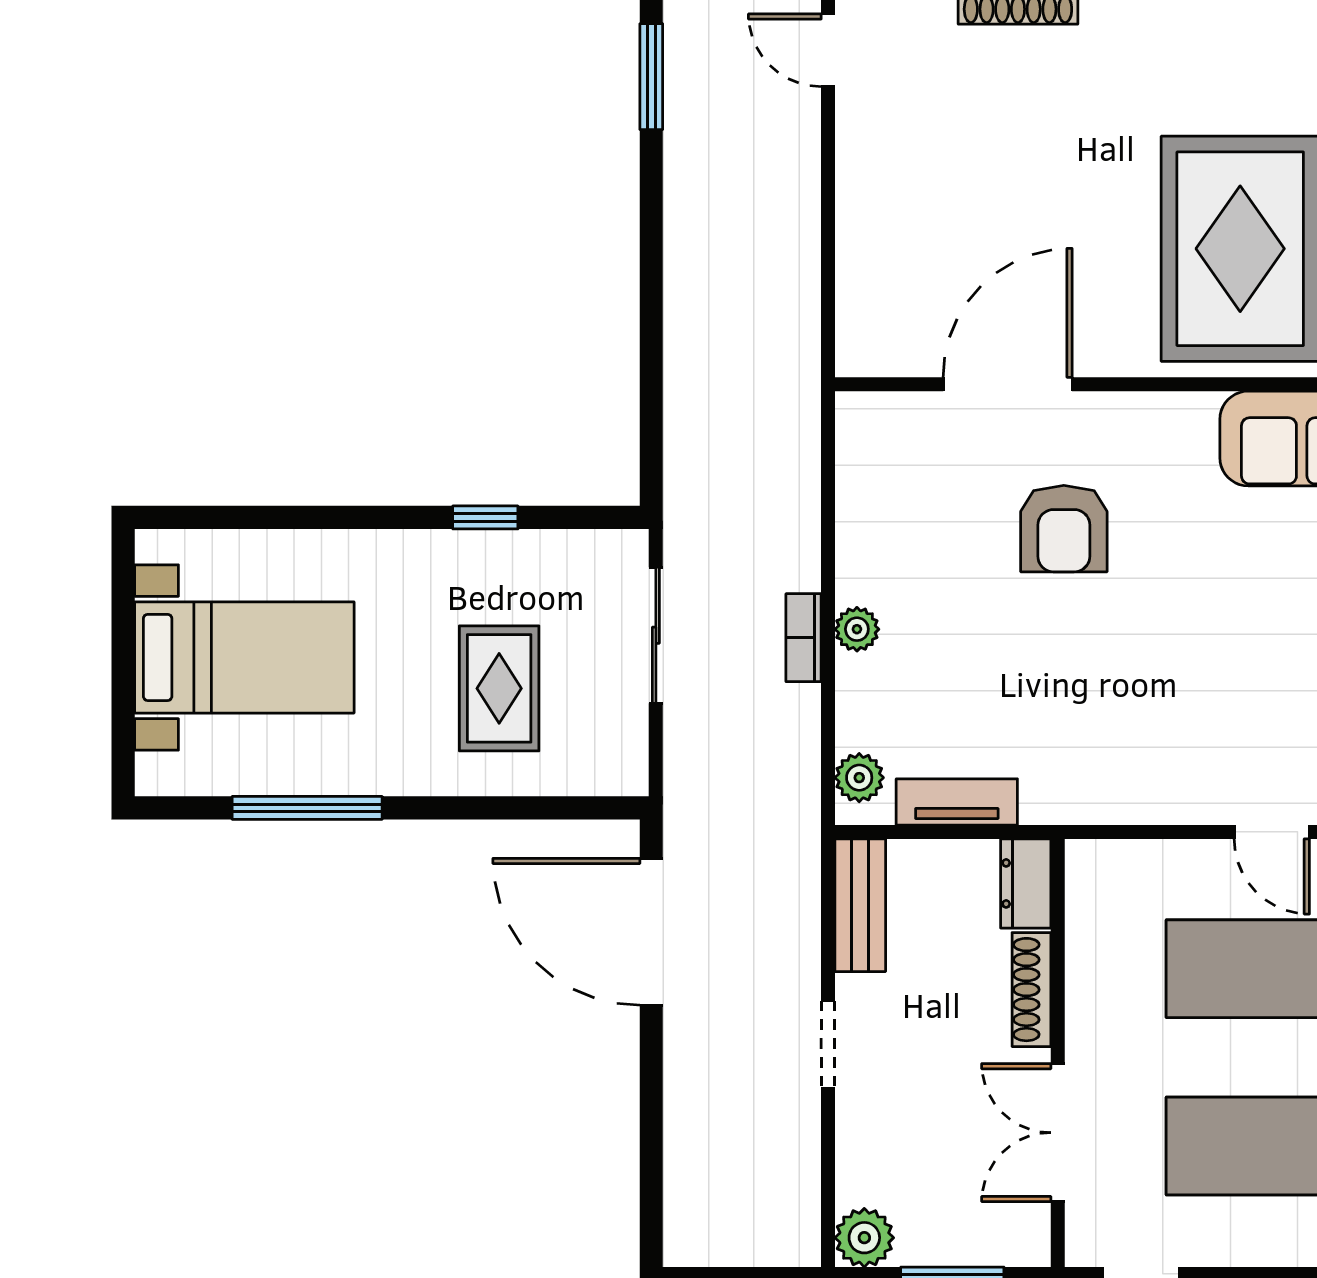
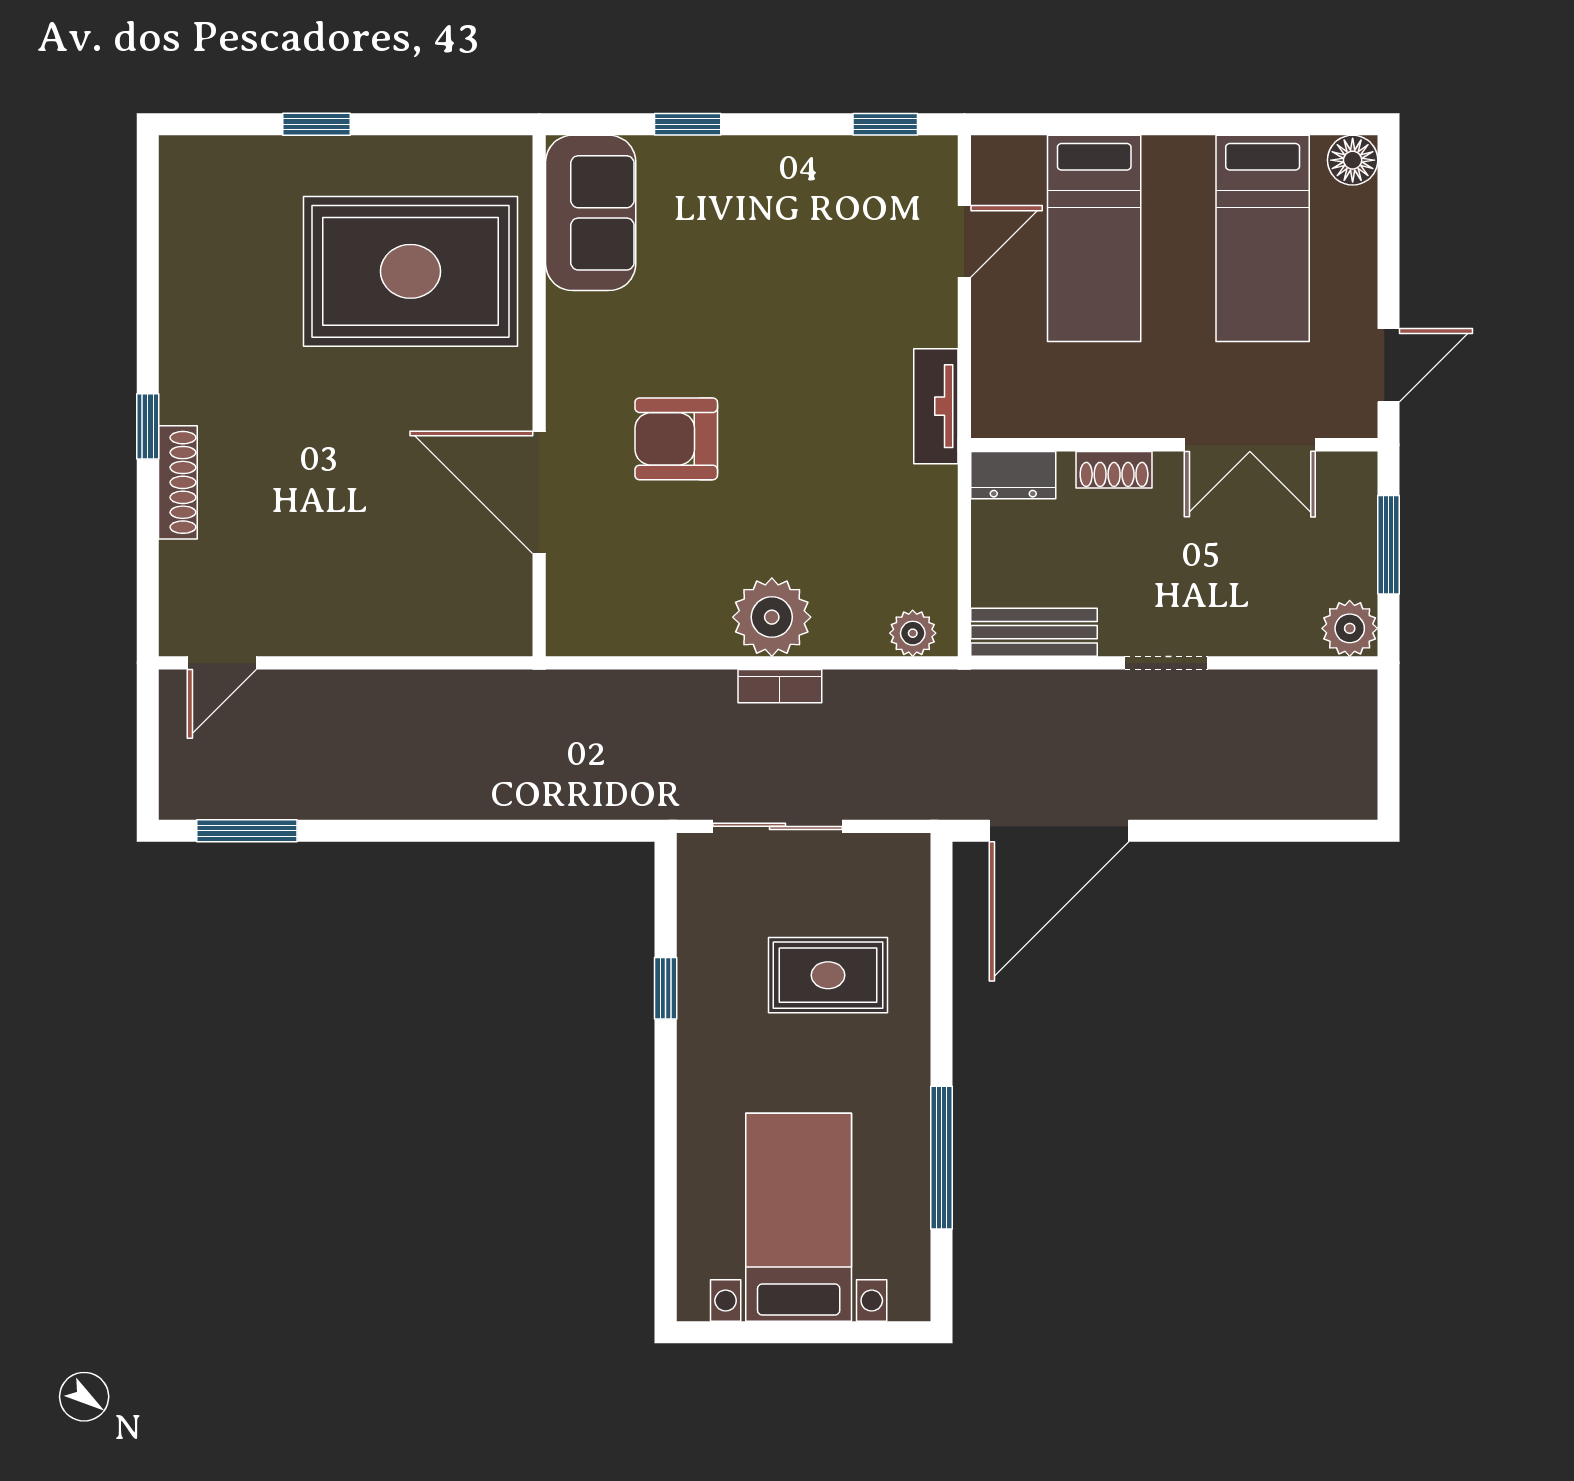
armchair: (1064, 529) -> (676, 439), turned 180
plant: (857, 629) -> (772, 617), width x1.88, depth x1.88
tv unit: (957, 802) -> (936, 406), moved
shoe rack: (1031, 990) -> (1114, 470), width x0.70

